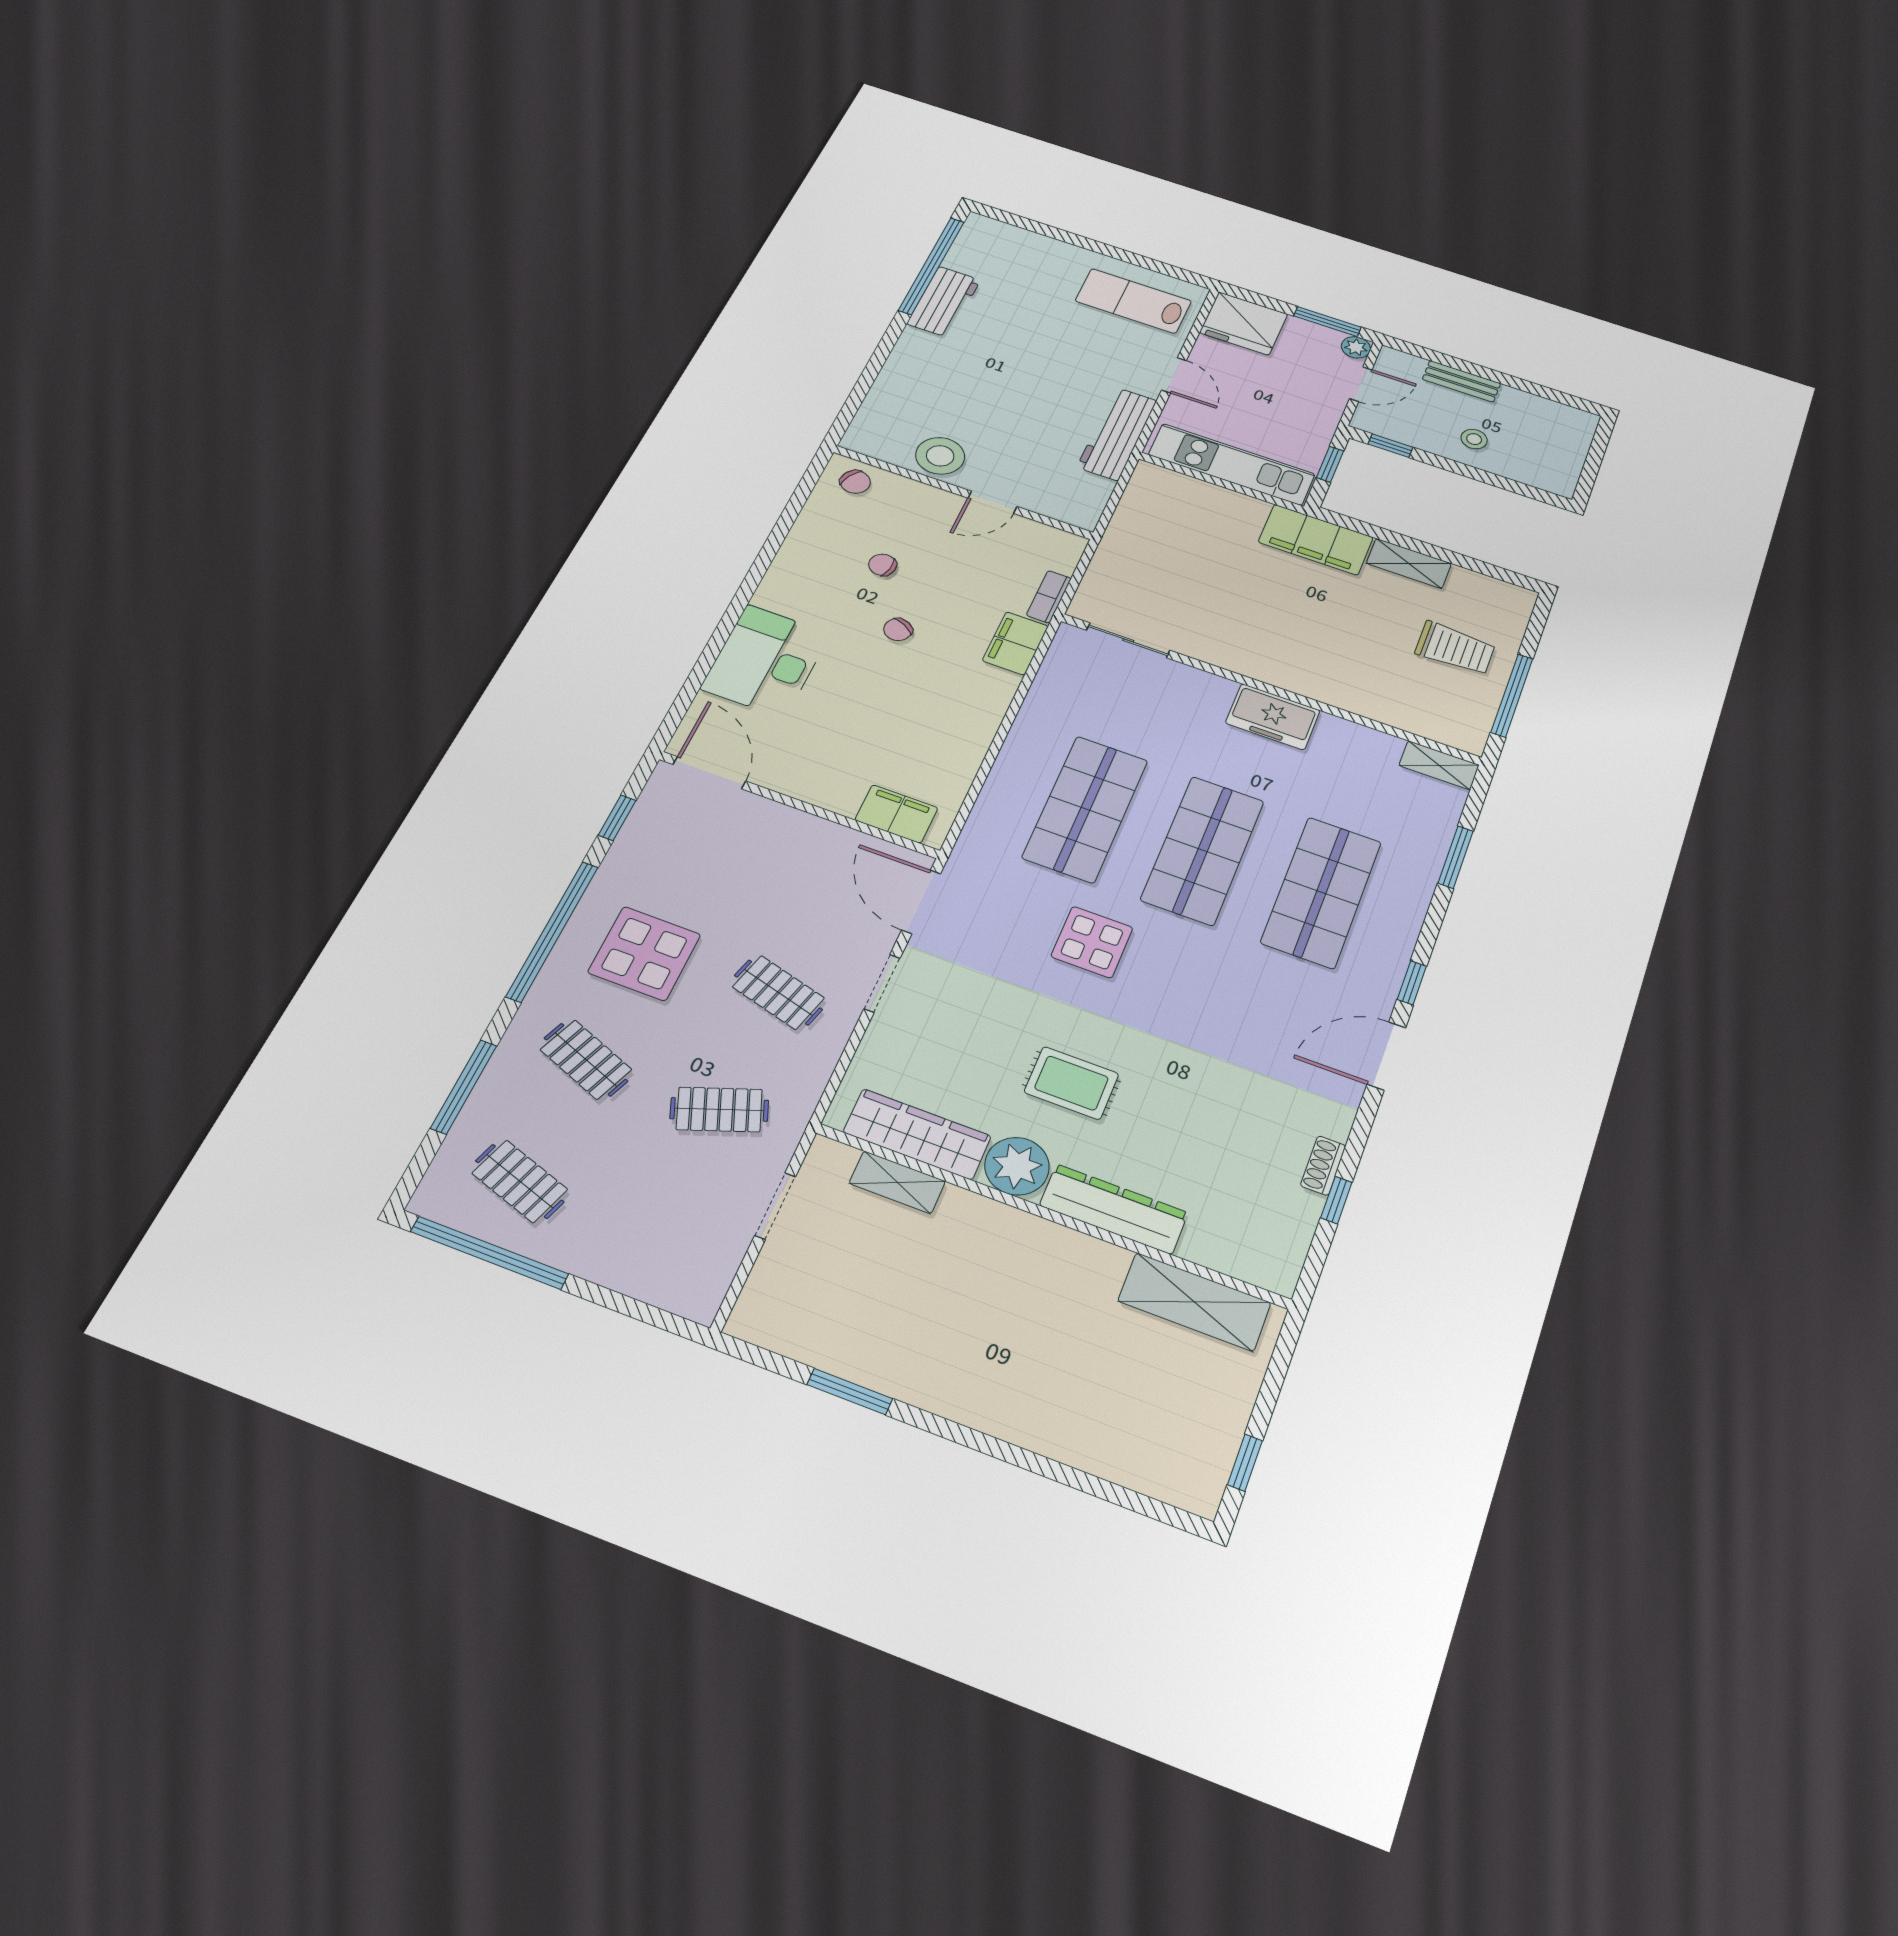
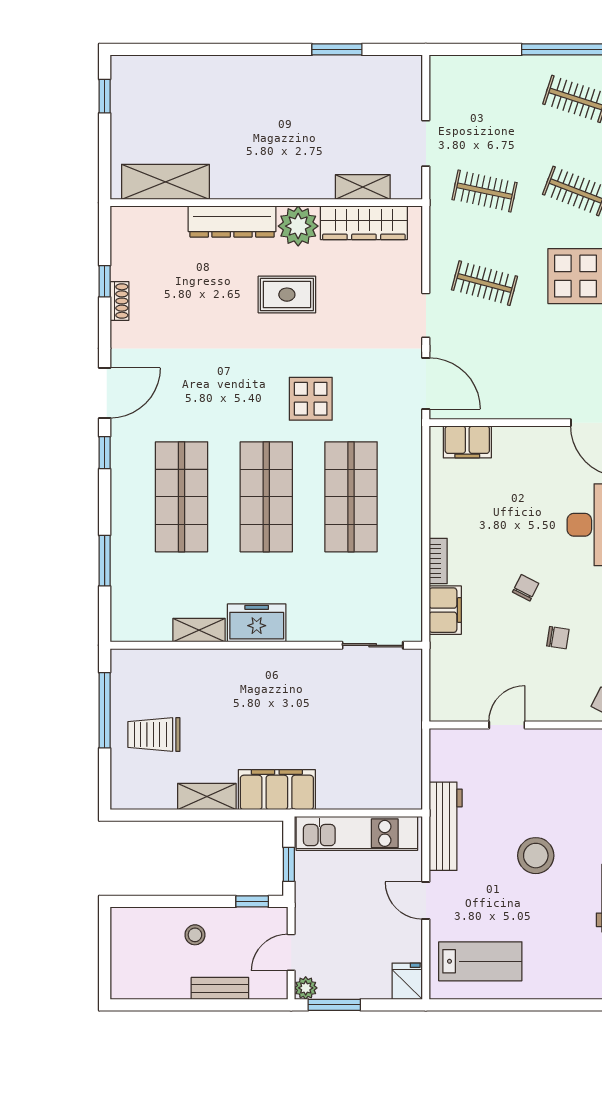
fridge: (1244, 323) -> (407, 981), width x0.53, depth x0.75
stool: (940, 456) -> (536, 856), moved
bookcase: (1049, 597) -> (438, 561), moved
shelving: (1439, 765) -> (199, 630), moved
clothes rail: (719, 1110) -> (484, 191), turned 33

